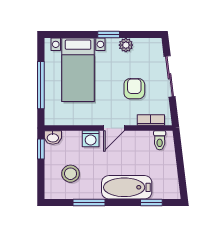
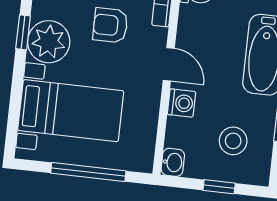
window: (109, 35) -> (23, 32), moved
plant: (126, 45) -> (49, 42), width x1.88, depth x1.88
window: (41, 149) -> (219, 187), moved

